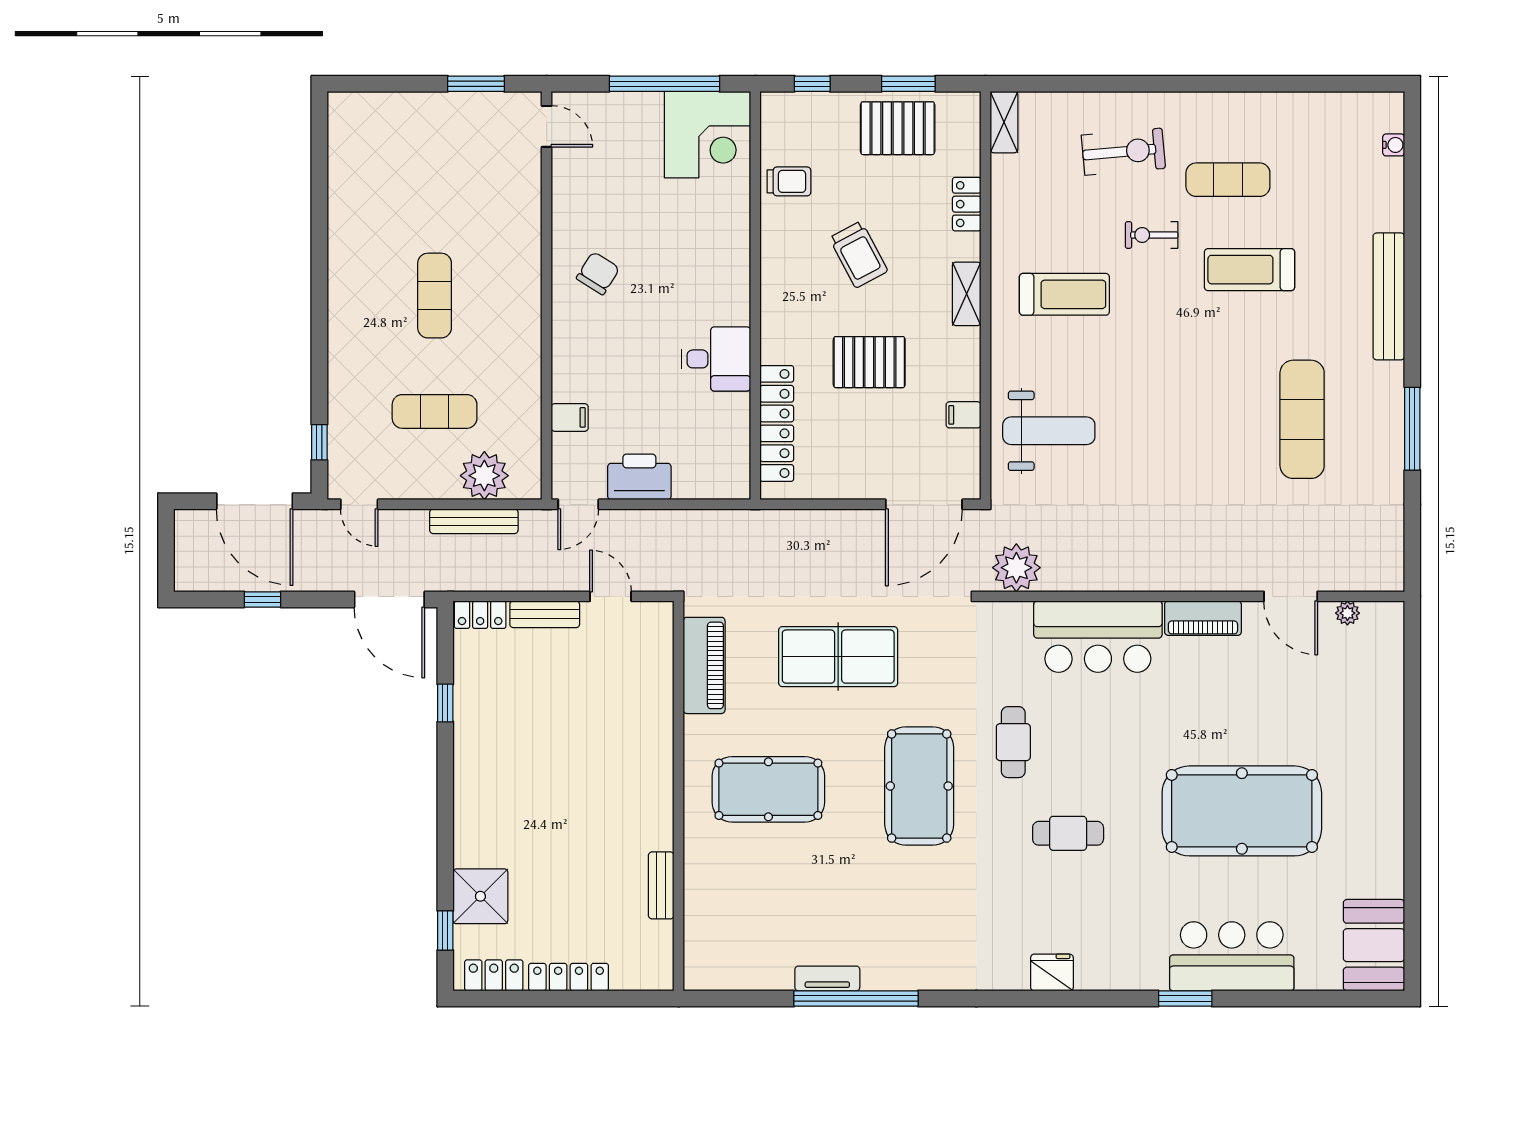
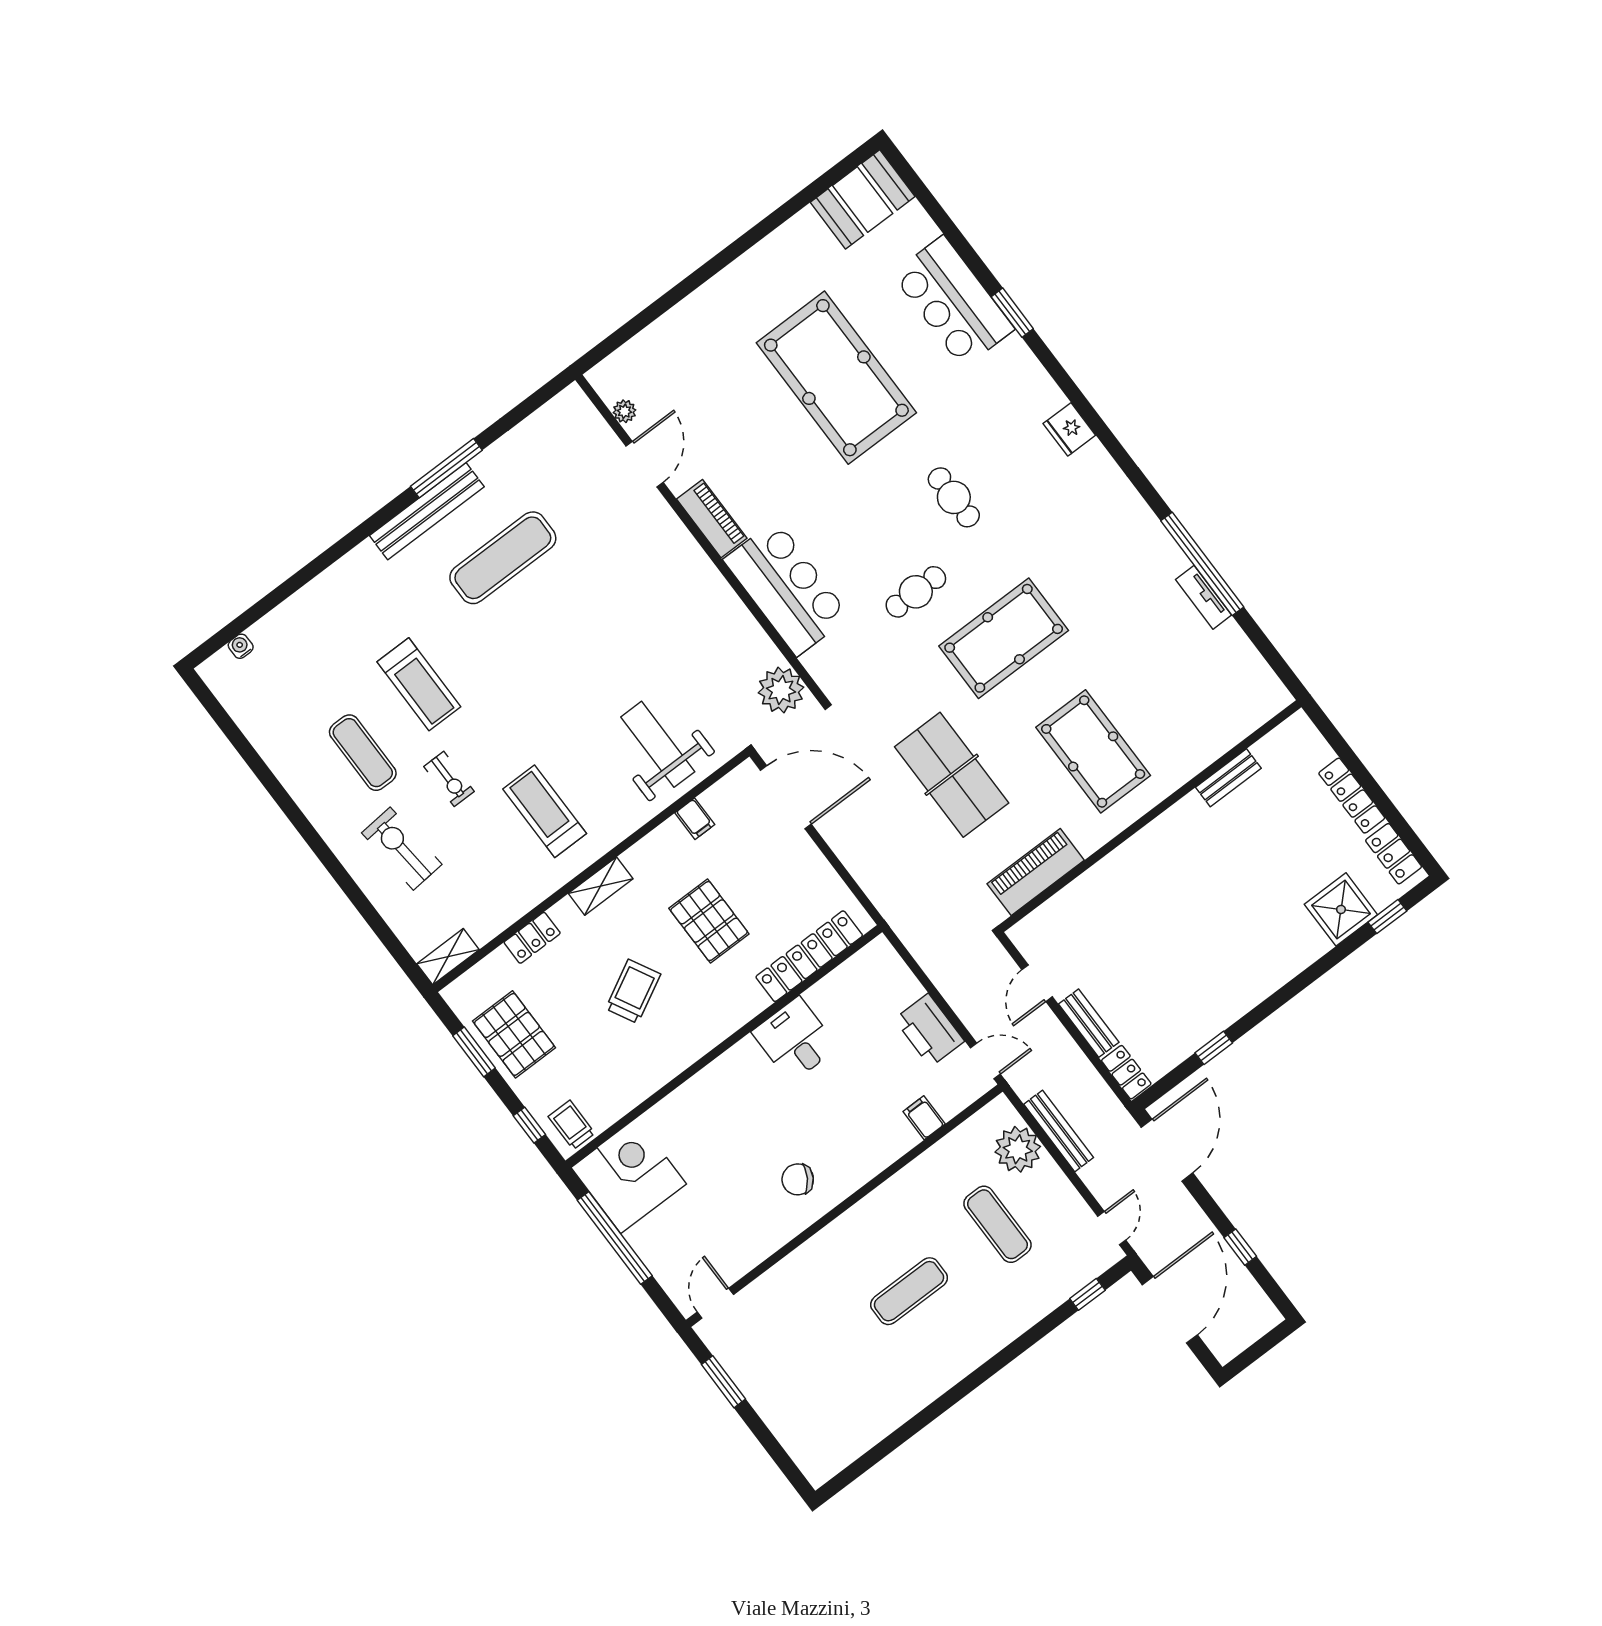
trolley: (789, 181) -> (572, 1125), moved
bench: (1389, 296) -> (427, 511), moved

